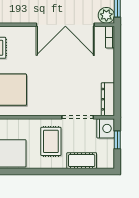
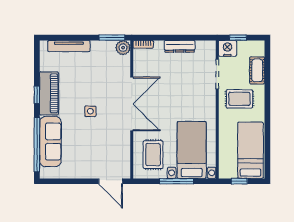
double door: (65, 25) -> (132, 104), moved
dresser: (108, 99) -> (180, 46), moved

